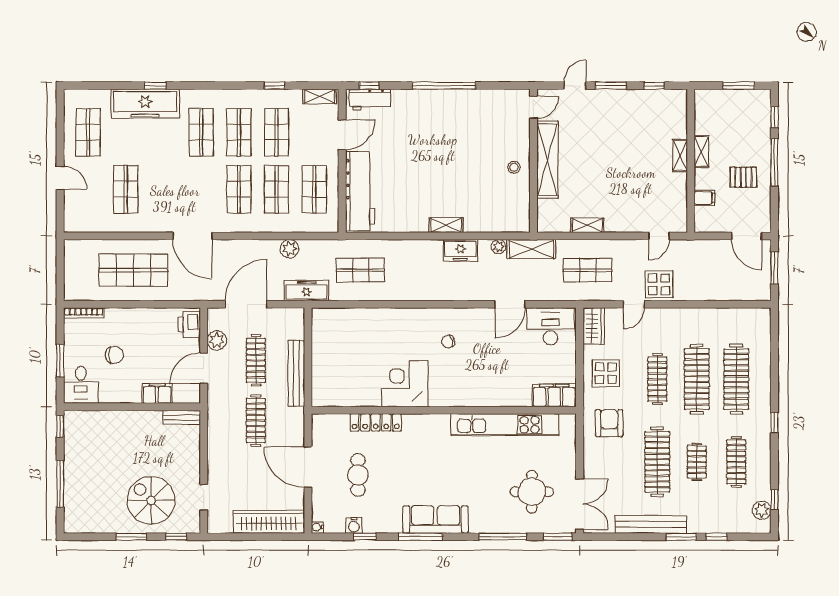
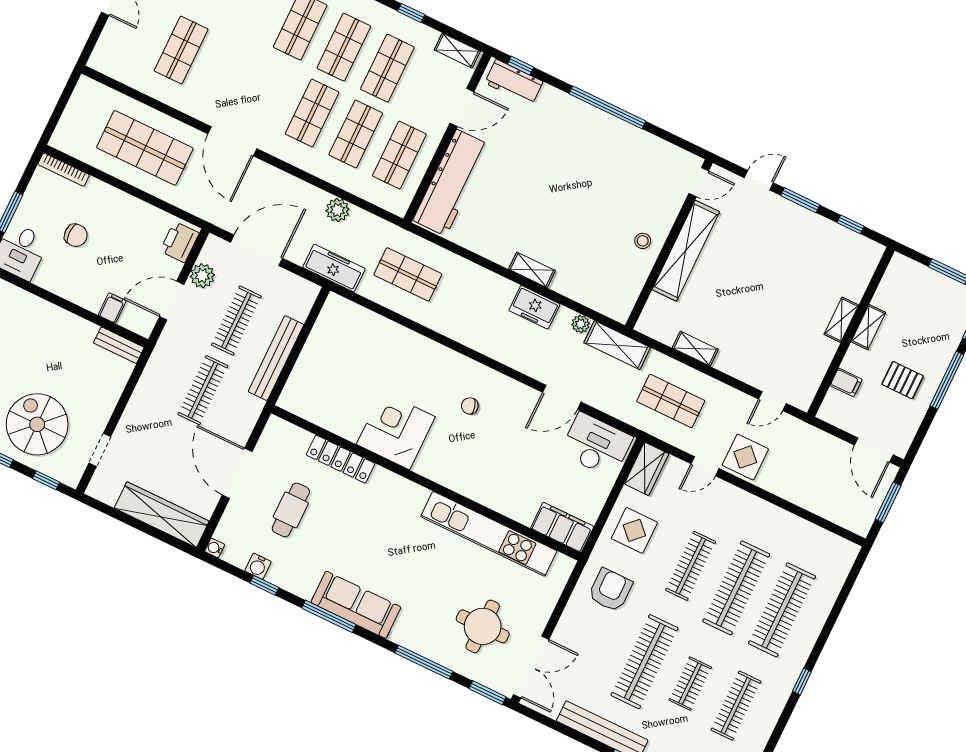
filing cabinet: (157, 394) -> (112, 308), width x0.50

